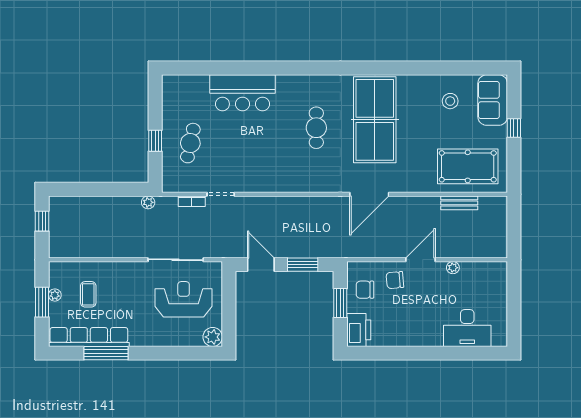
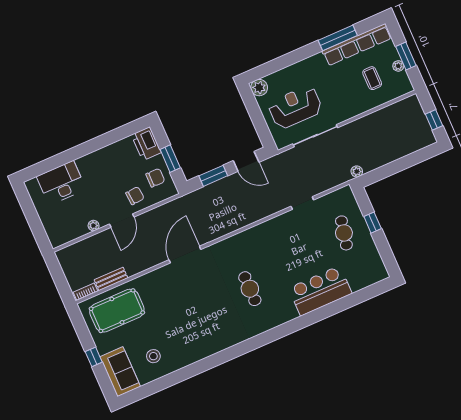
table tennis table: (375, 120) -> (206, 315), removed
bookcase: (192, 201) -> (85, 292), moved
reception desk: (184, 299) -> (295, 107), turned 180

